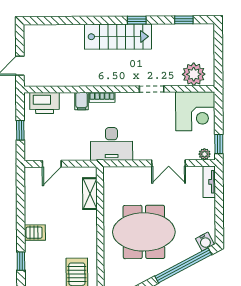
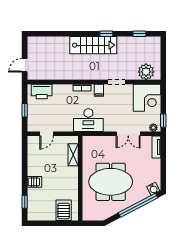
filing cabinet: (82, 101) -> (99, 90), moved

